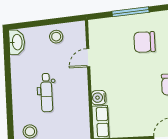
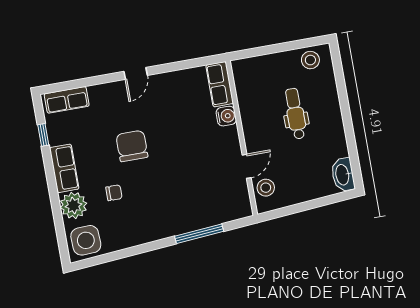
stool: (56, 37) -> (266, 188), moved
chair: (144, 42) -> (176, 197), removed

